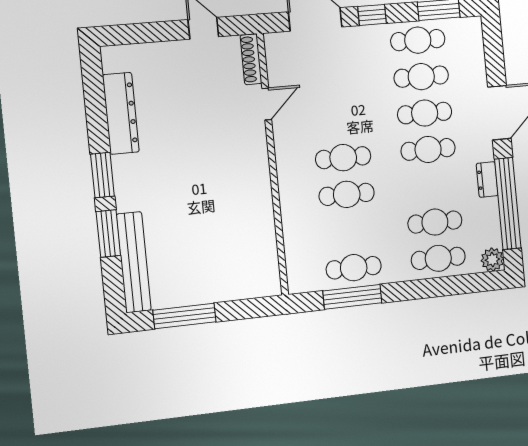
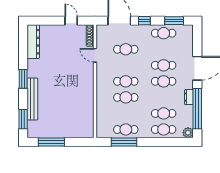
cafe table: (421, 77) -> (126, 49), moved
door: (267, 104) -> (95, 55), swing flipped
dresser: (121, 113) -> (33, 42), moved
window: (108, 233) -> (23, 119), moved
bench: (134, 262) -> (32, 99), moved

